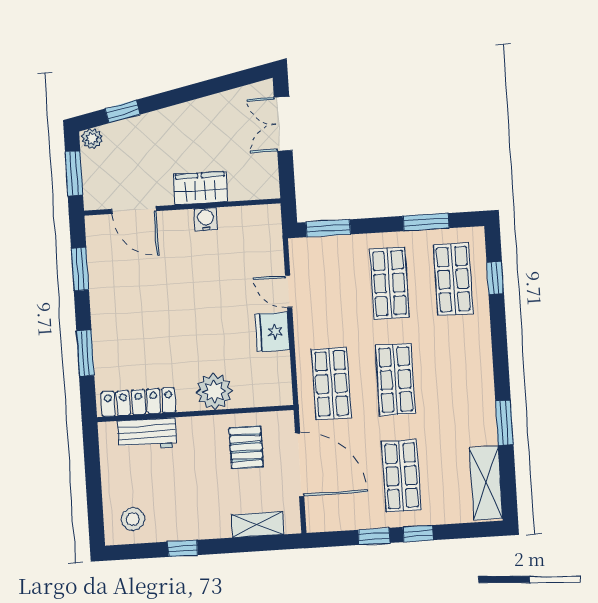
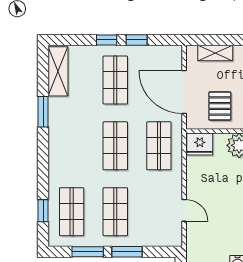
window: (328, 228) -> (127, 252), moved
fridge: (272, 332) -> (200, 144), moved, turned 90

